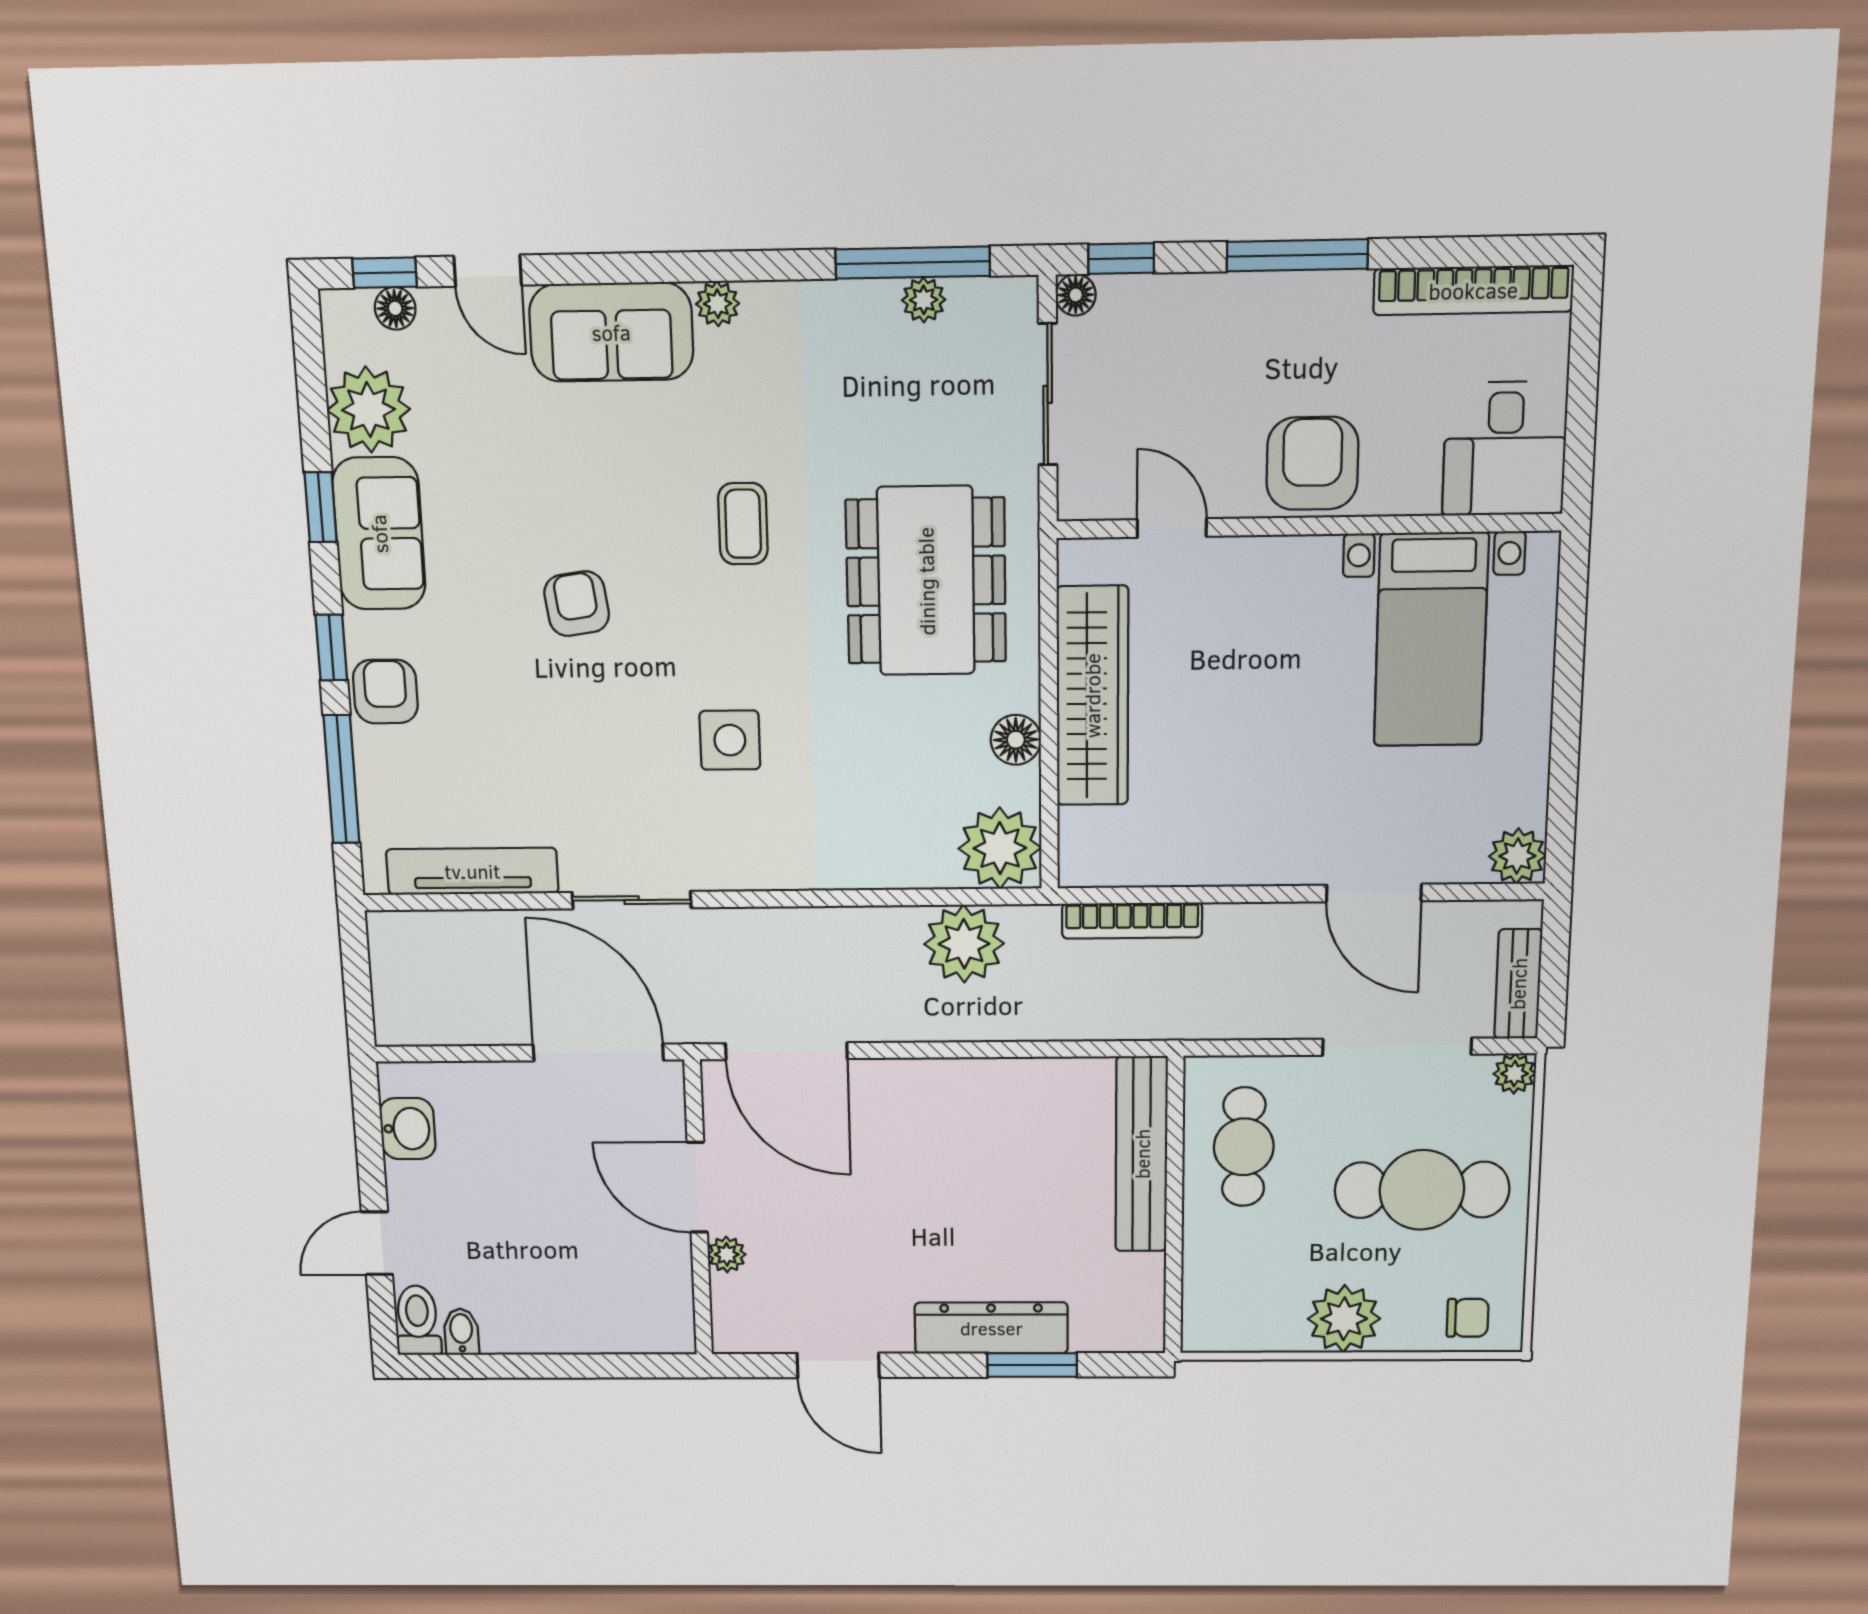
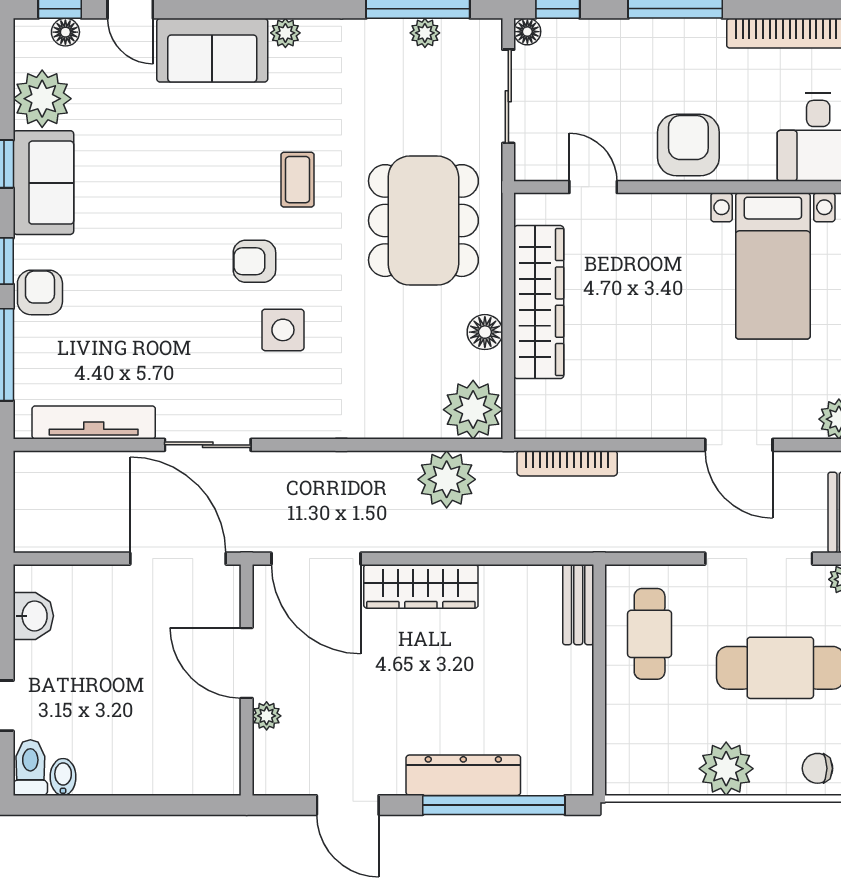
armchair: (577, 604) -> (254, 261), moved, turned -82
wardrobe: (931, 1087) -> (421, 586), added
bench: (1142, 1154) -> (578, 605), width x0.54, depth x0.82
chair: (1468, 1318) -> (817, 768), turned 180
window: (1032, 1365) -> (494, 805), width x2.11

